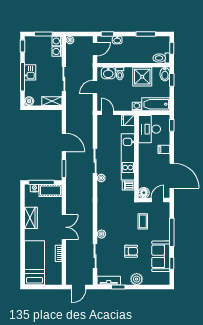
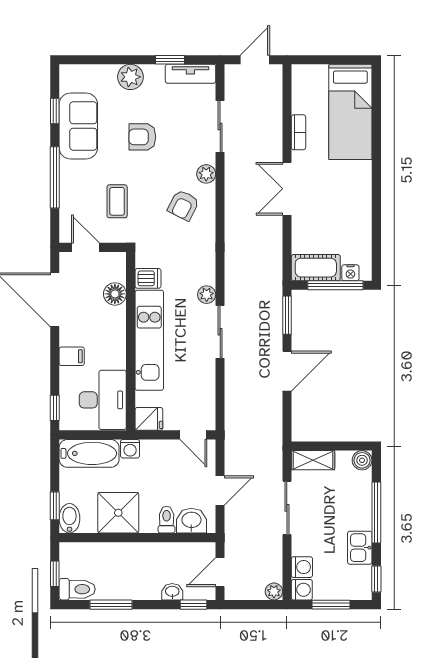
toilet: (161, 58) -> (77, 589), moved
kitchen sink: (30, 72) -> (360, 548), moved
door: (64, 142) -> (287, 371), swing flipped
floor lamp: (144, 193) -> (115, 294), moved
door: (158, 200) -> (85, 247), swing flipped
wardrobe: (31, 218) -> (358, 209), removed
armchair: (112, 219) -> (183, 205), added

